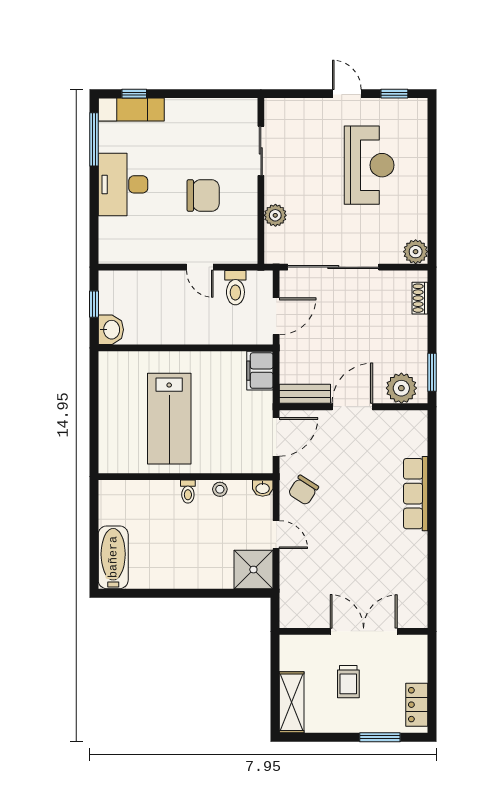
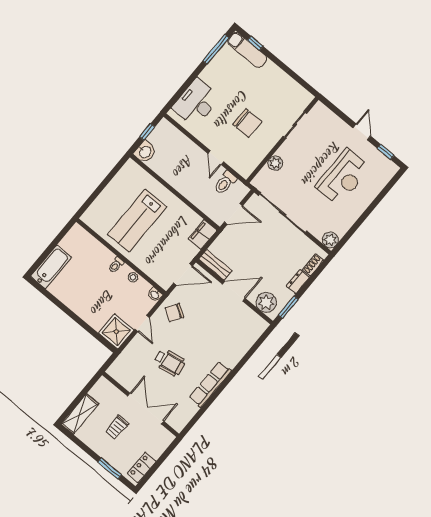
desk: (123, 184) -> (196, 102), moved
dresser: (418, 333) -> (298, 282), added
row of seats: (416, 494) -> (210, 384), moved
wheelchair: (346, 554) -> (169, 362), added

